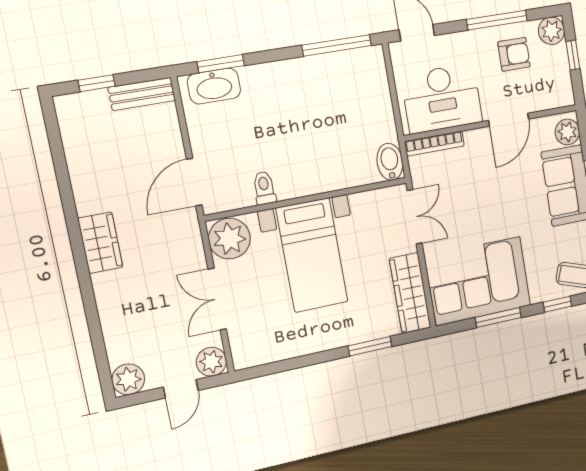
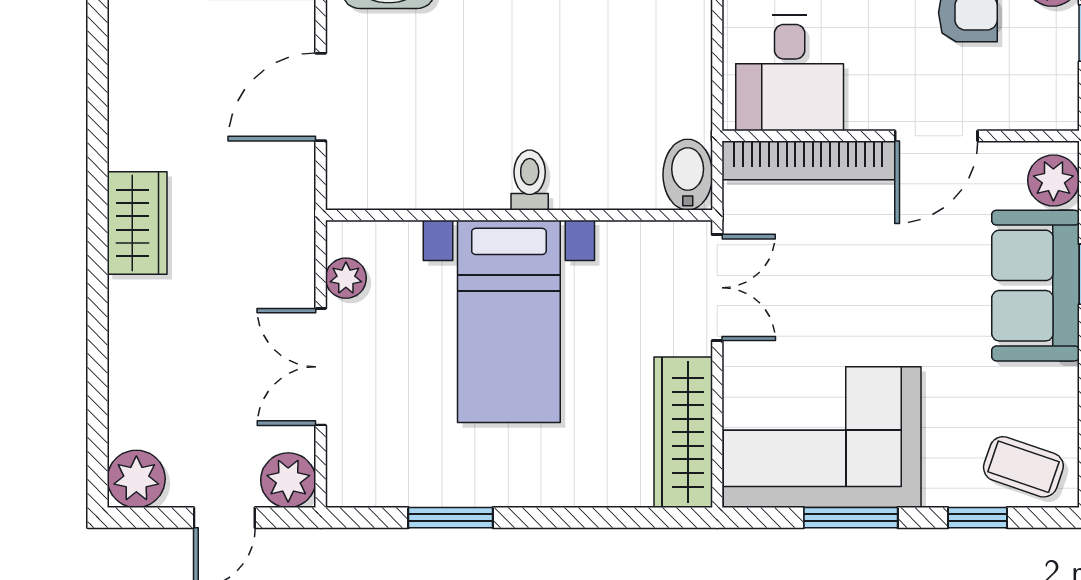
desk: (442, 98) -> (790, 73), width x0.73
bookcase: (434, 144) -> (808, 160), width x1.48, depth x1.31
door: (194, 182) -> (321, 97), moved
toilet: (264, 188) -> (530, 180), moved
plant: (229, 239) -> (346, 278), width x0.53, depth x0.53
window: (370, 346) -> (451, 518), moved

